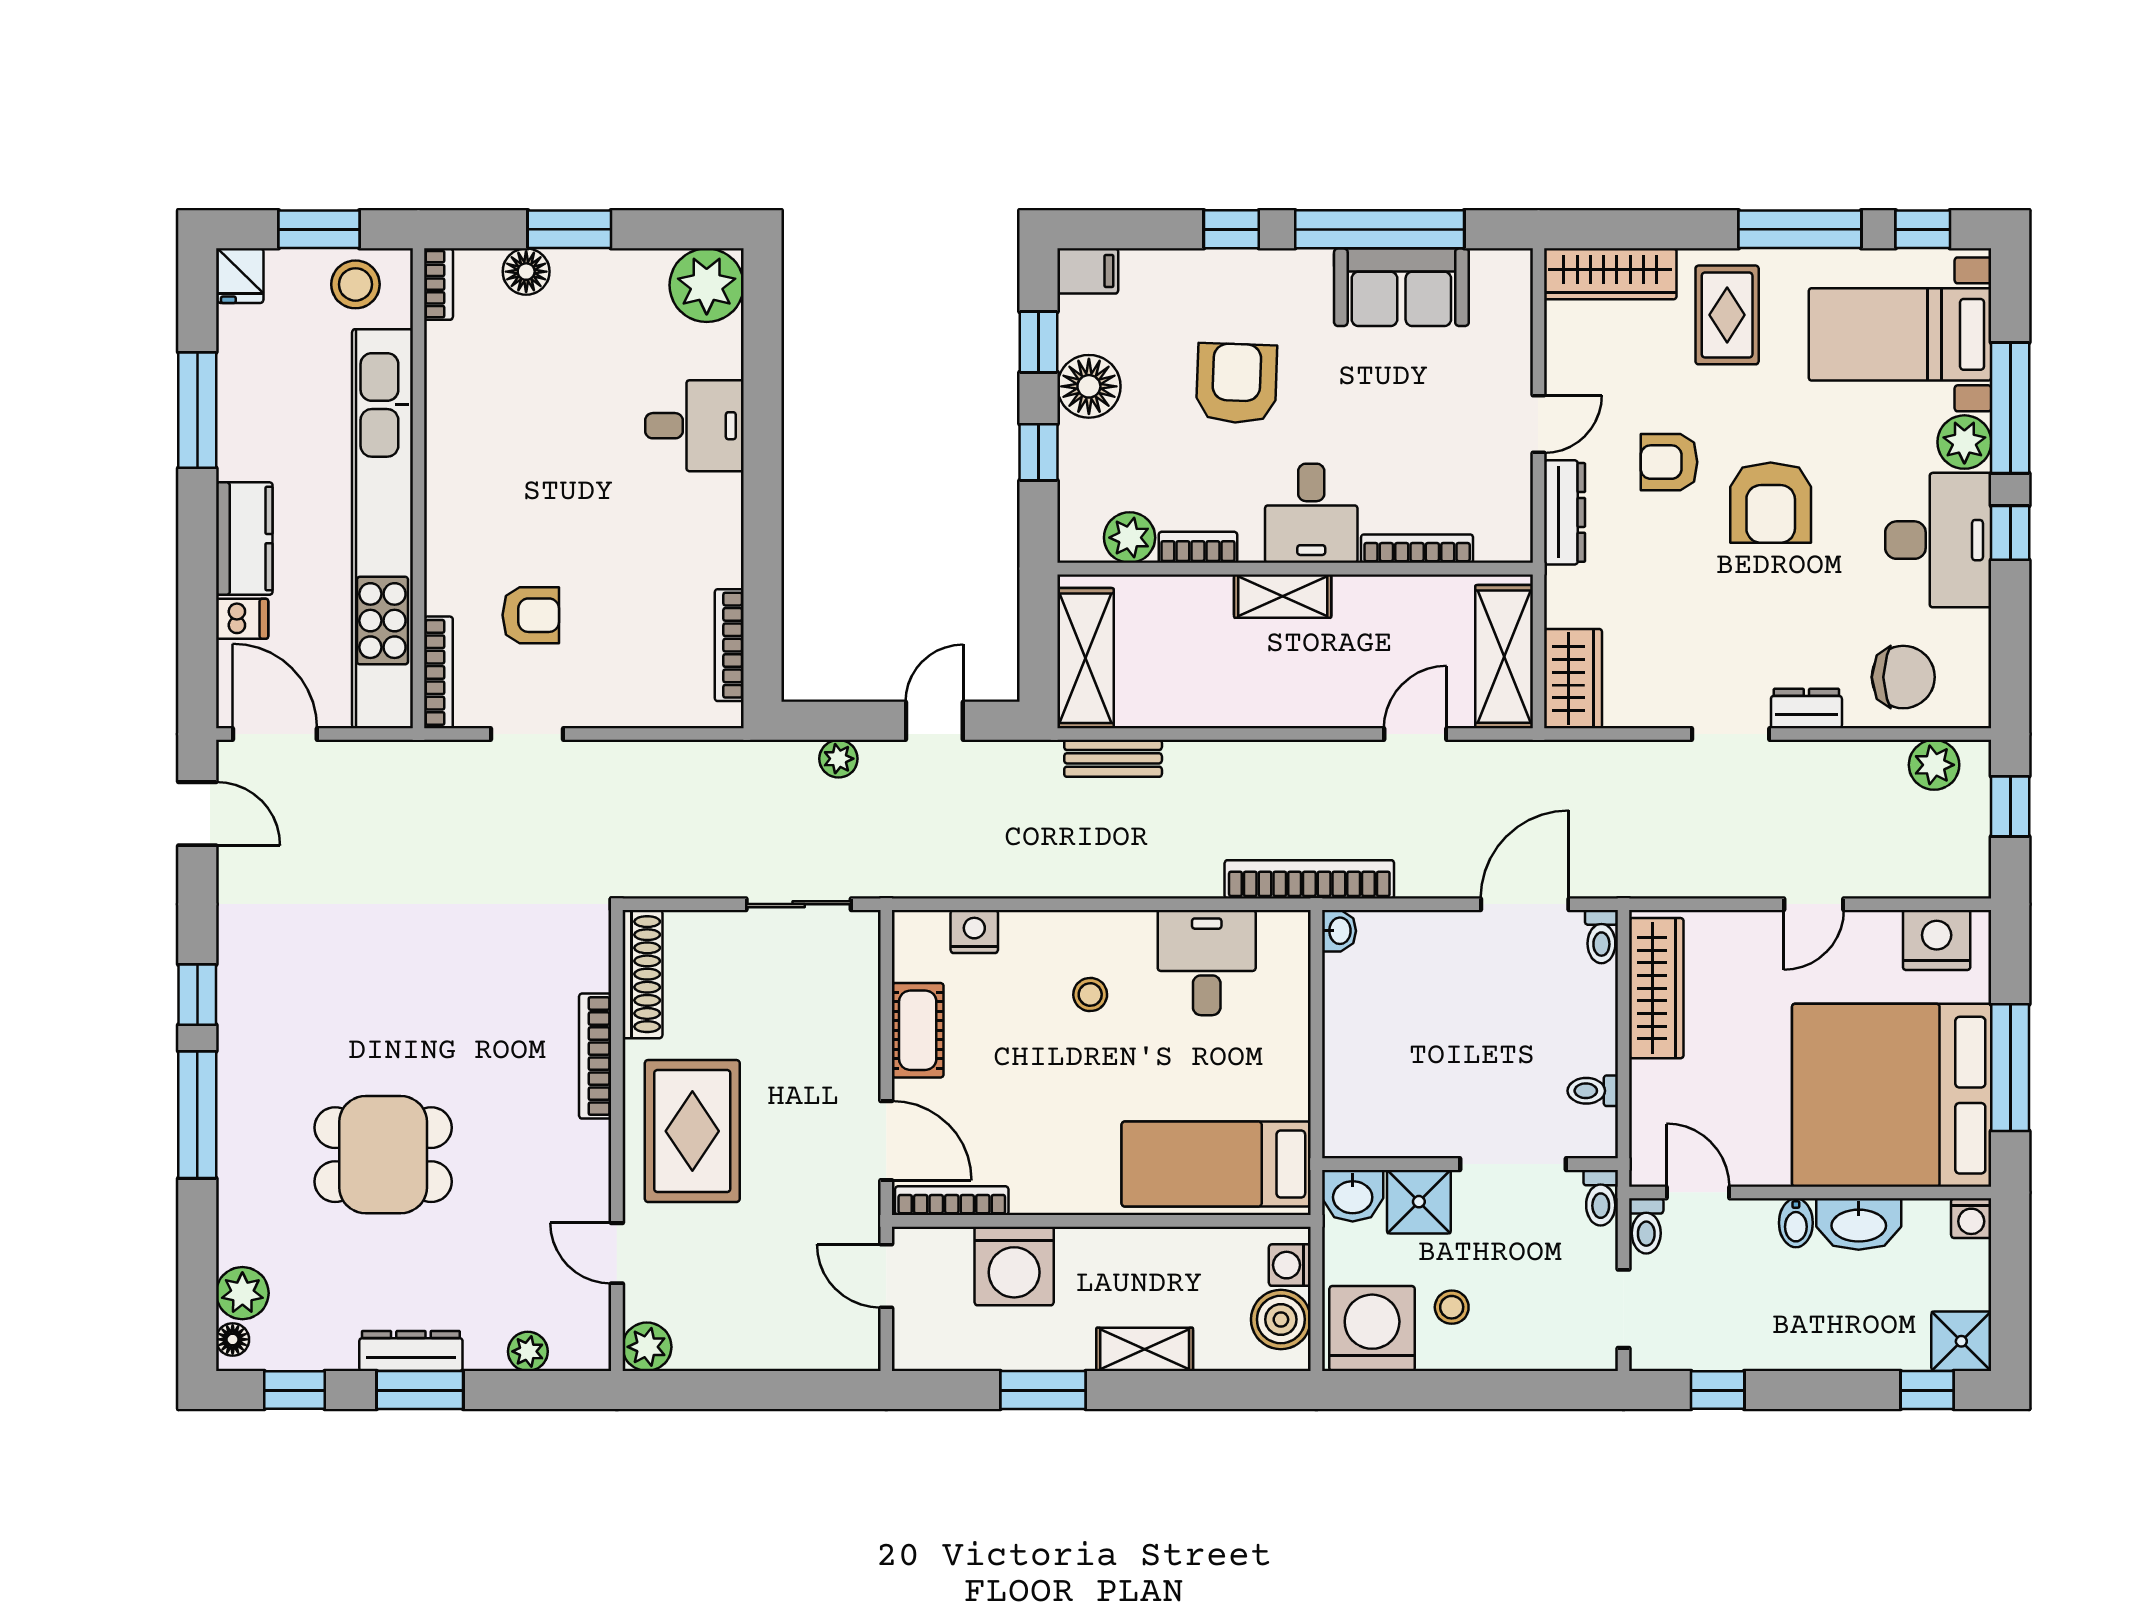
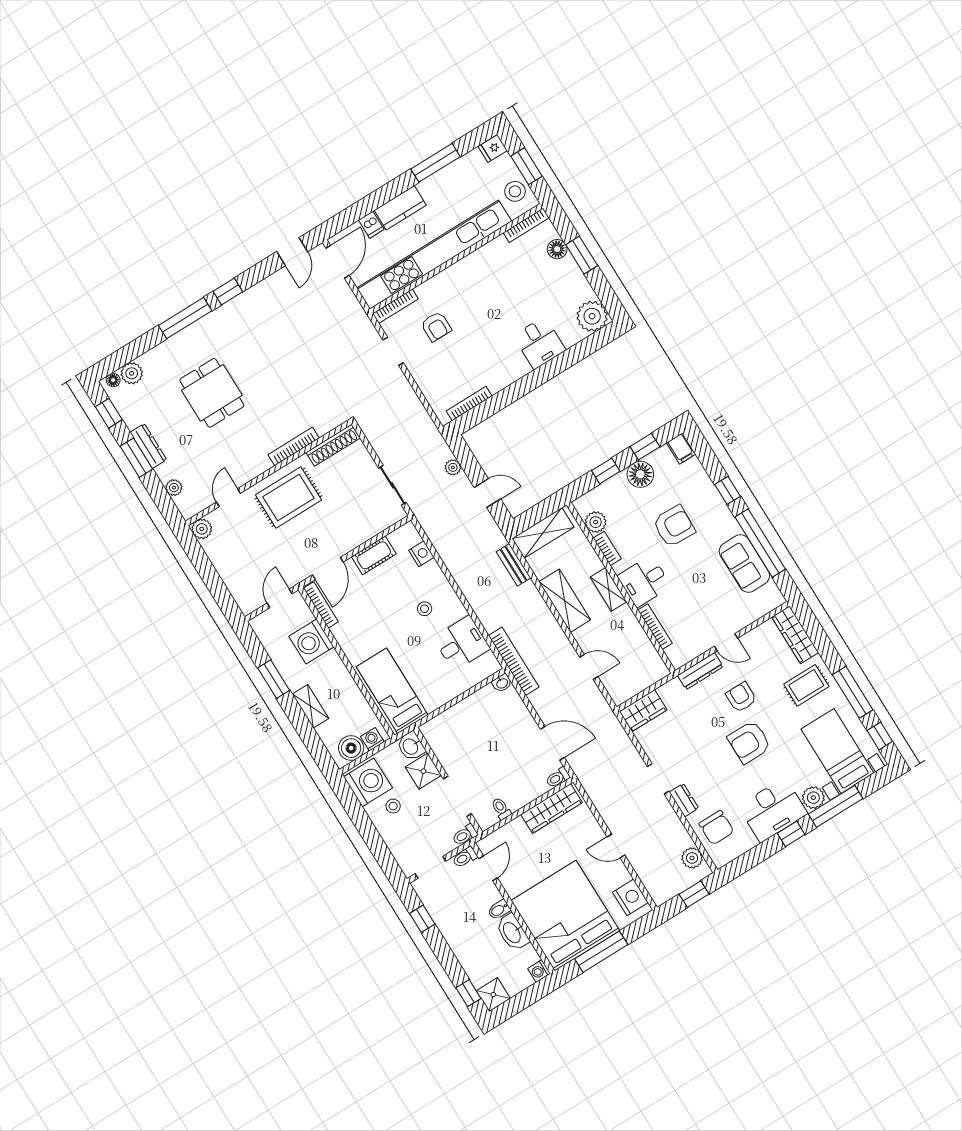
bookcase: (438, 284) -> (526, 225), width x1.56
shelving: (1504, 657) -> (565, 601), moved, turned 90

